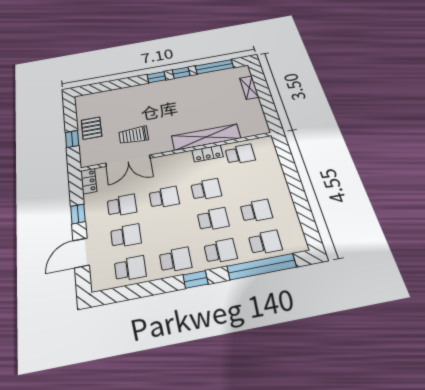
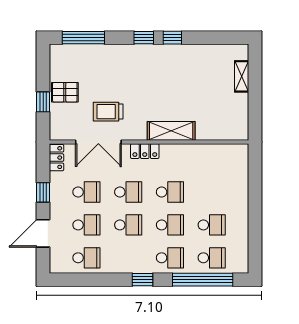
window: (214, 67) -> (83, 38), moved
pallet: (91, 128) -> (65, 92), turned 90
shelving: (206, 137) -> (171, 131), width x0.68
locker: (208, 153) -> (145, 151), moved
school desk: (240, 154) -> (212, 159), removed
school desk: (175, 260) -> (128, 225), moved

